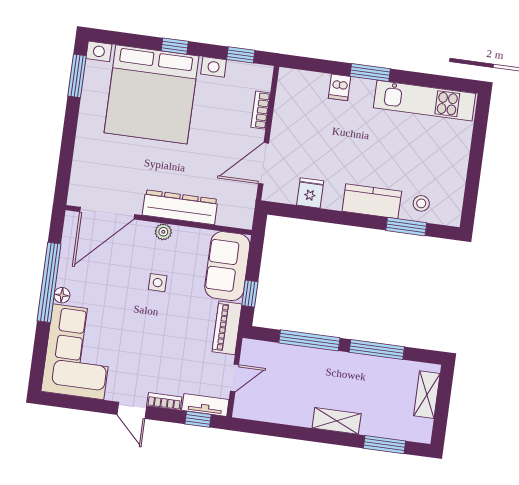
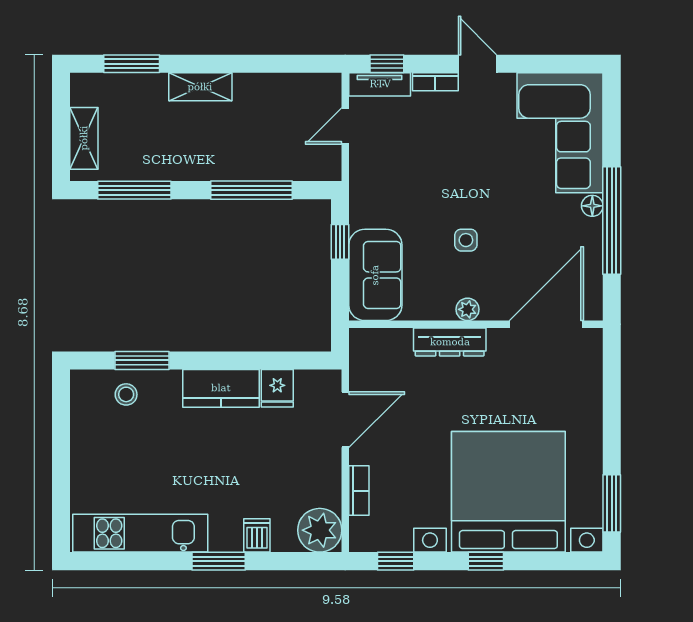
plant: (293, 85) -> (320, 530), added
kitchen counter: (372, 201) -> (221, 388), moved
dresser: (180, 207) -> (450, 342), width x0.73, depth x0.80
piano: (227, 328) -> (364, 192), removed
window: (377, 349) -> (134, 190), moved

